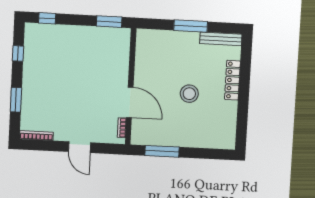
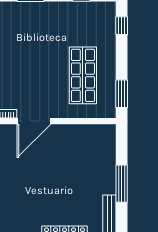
shop shelf: (91, 56) -> (83, 75), added
stool: (189, 94) -> (47, 186), removed

